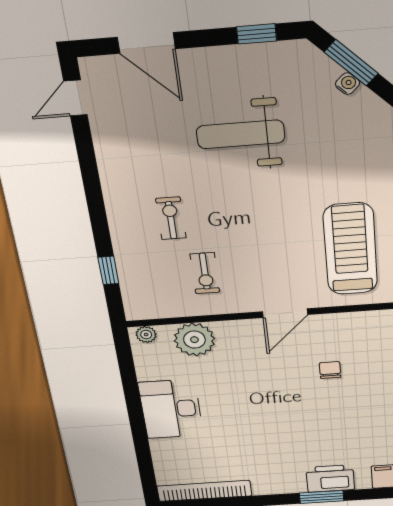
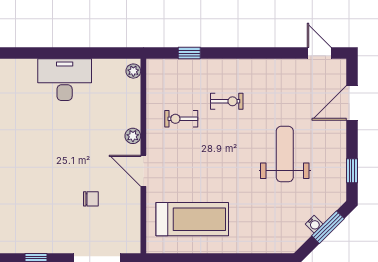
plant: (194, 340) -> (133, 136), moved, width x0.53, depth x0.53

